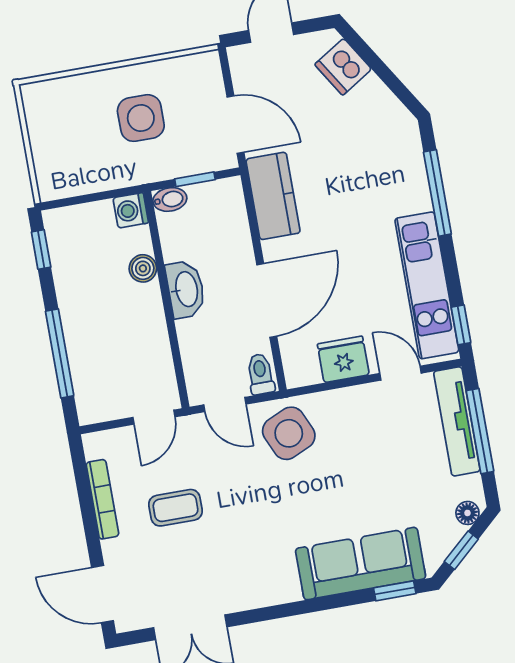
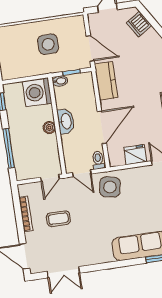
washing machine: (131, 210) -> (37, 92), width x1.89, depth x1.89
boiler: (143, 268) -> (49, 127), moved
side table: (289, 433) -> (110, 187), turned 35

